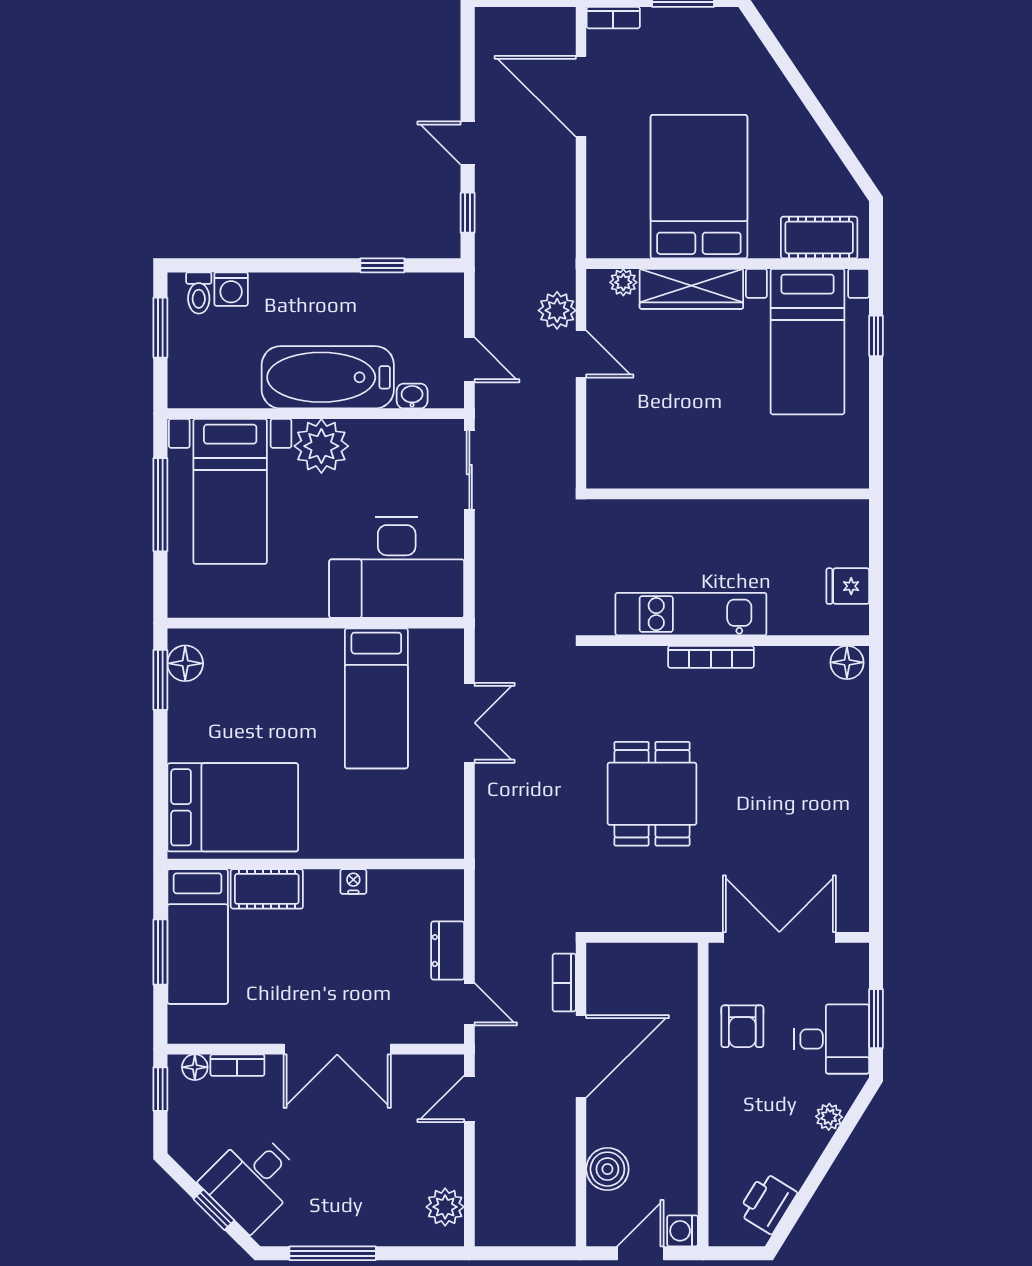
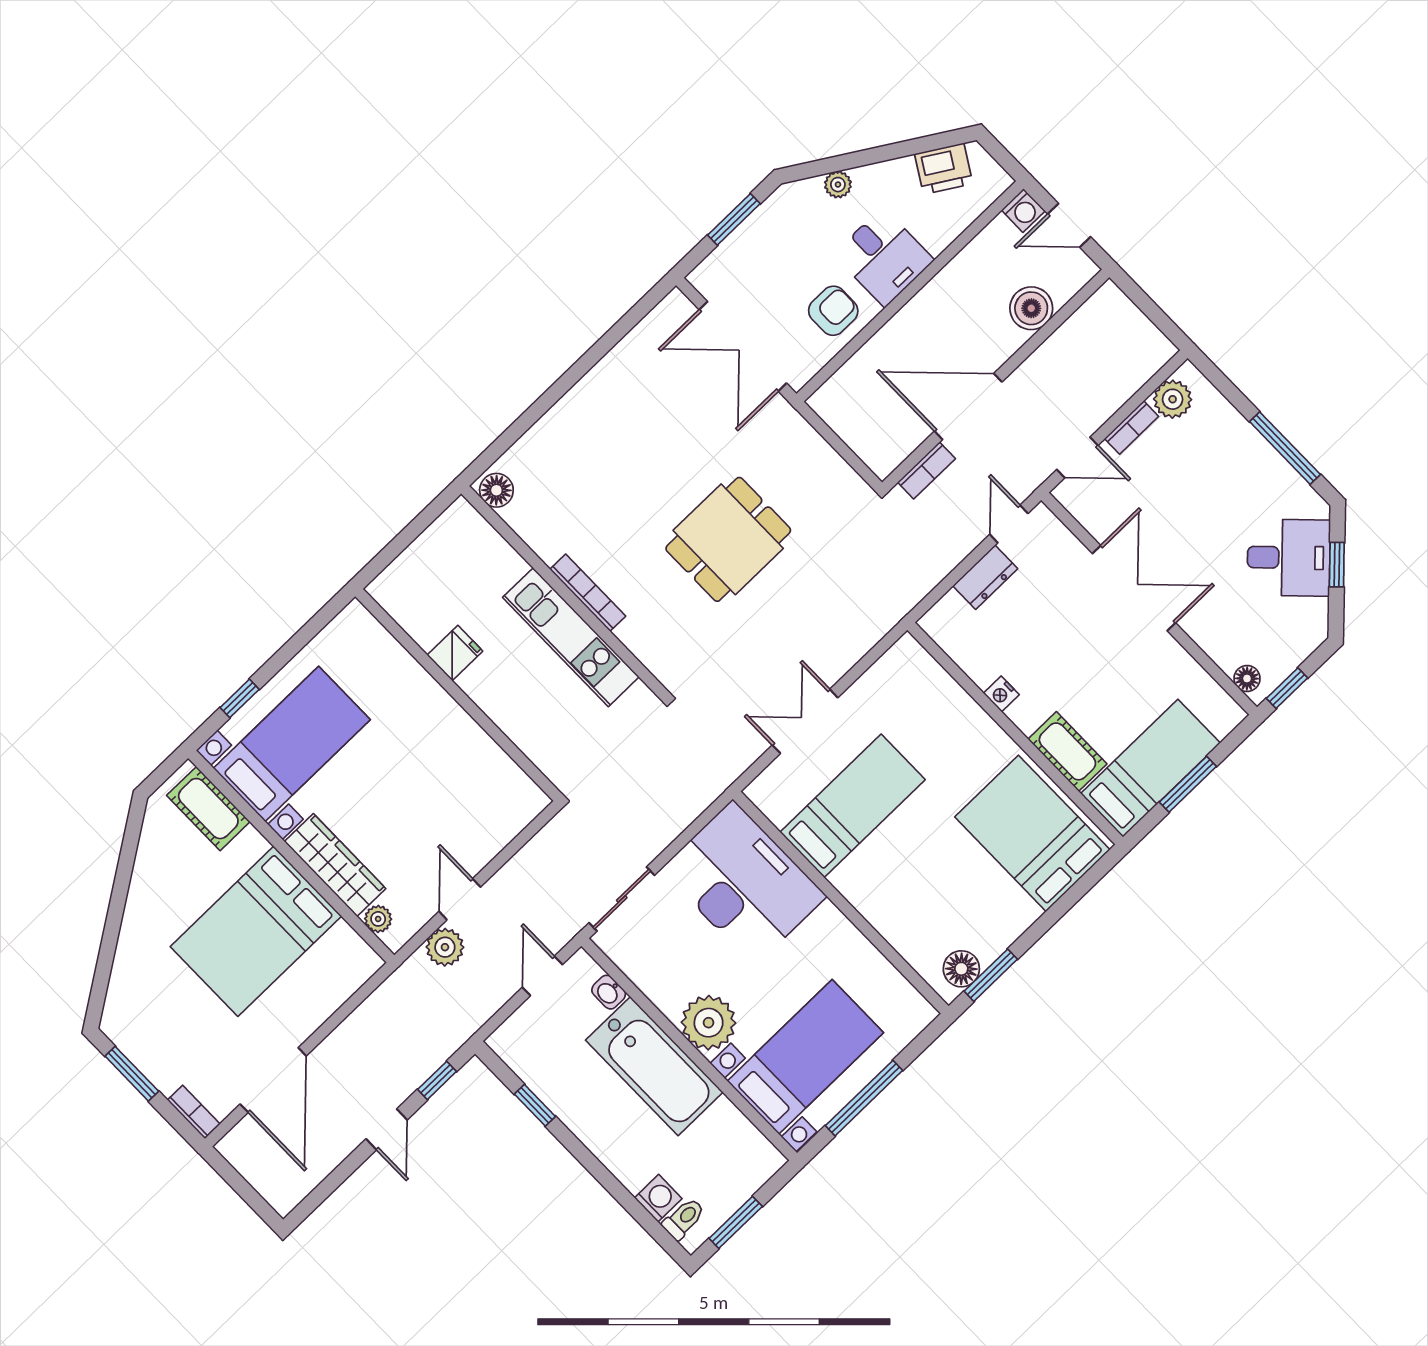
fridge: (848, 586) -> (455, 653), moved, turned -90
desk: (832, 1039) -> (884, 257), moved, turned 180
bookcase: (237, 1065) -> (1132, 428), moved, turned 90

